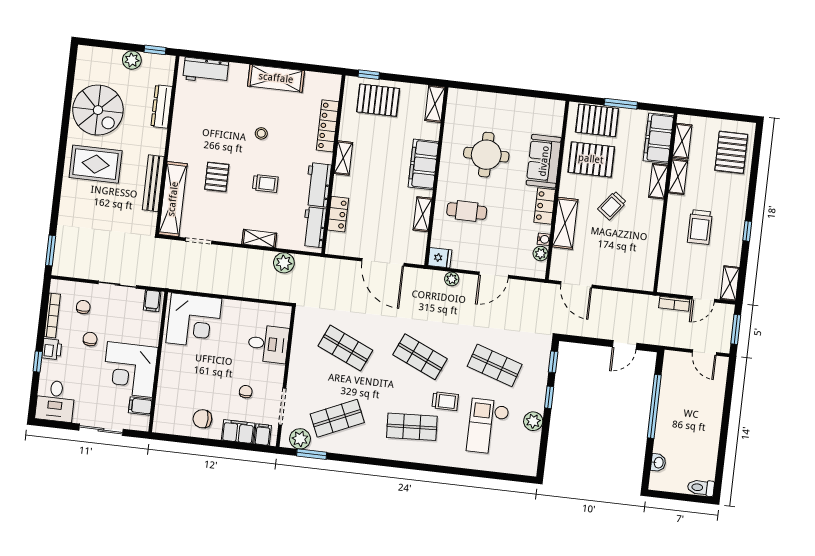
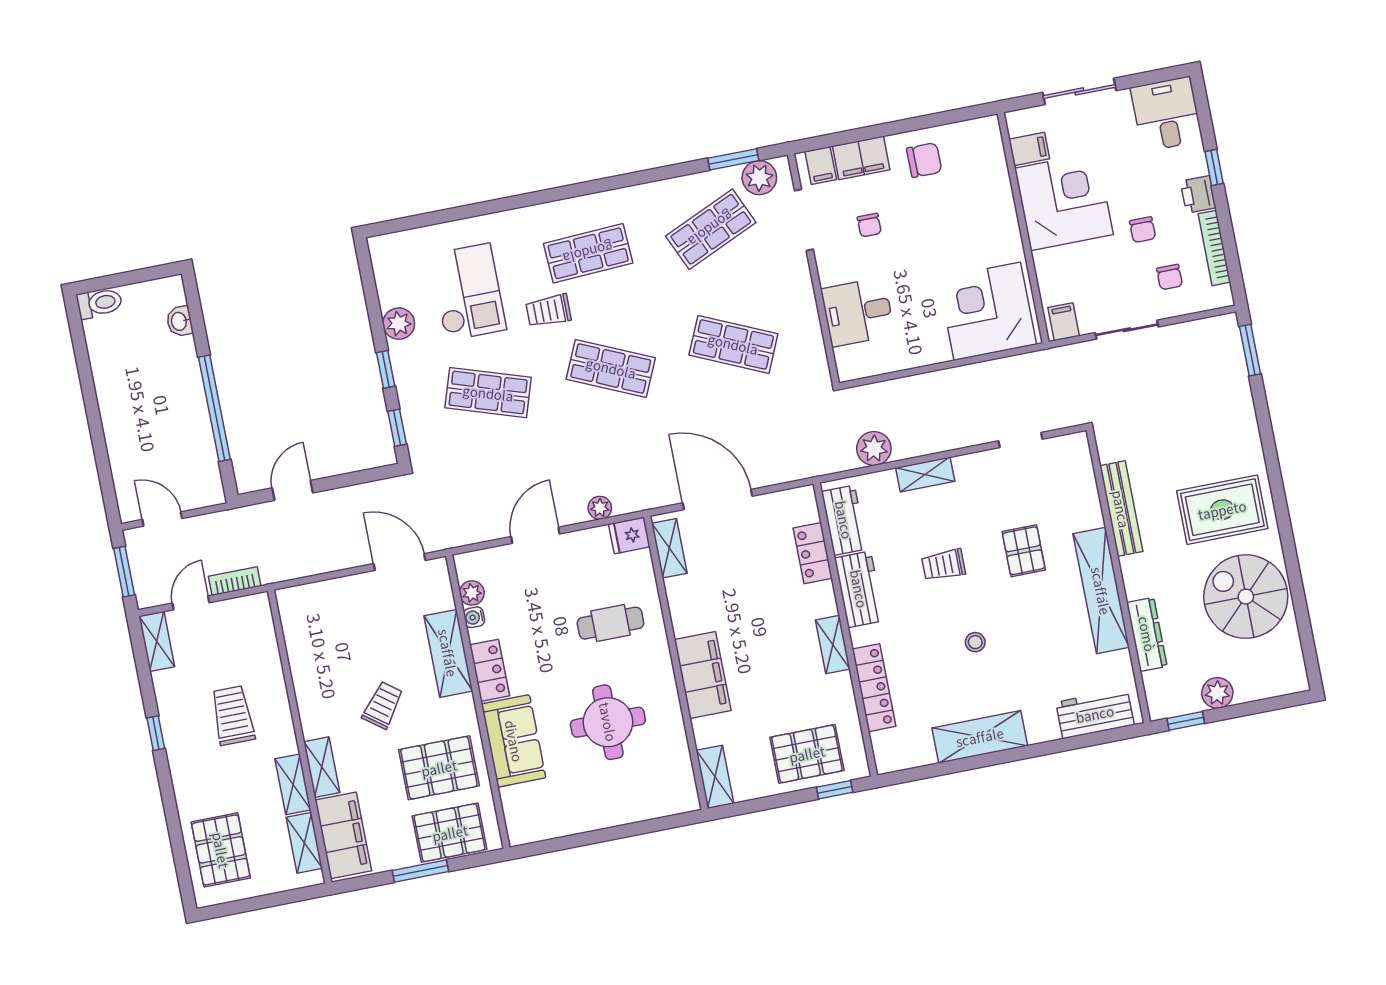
shelving: (173, 199) -> (1101, 591), moved
shelving: (423, 214) -> (669, 548), moved

